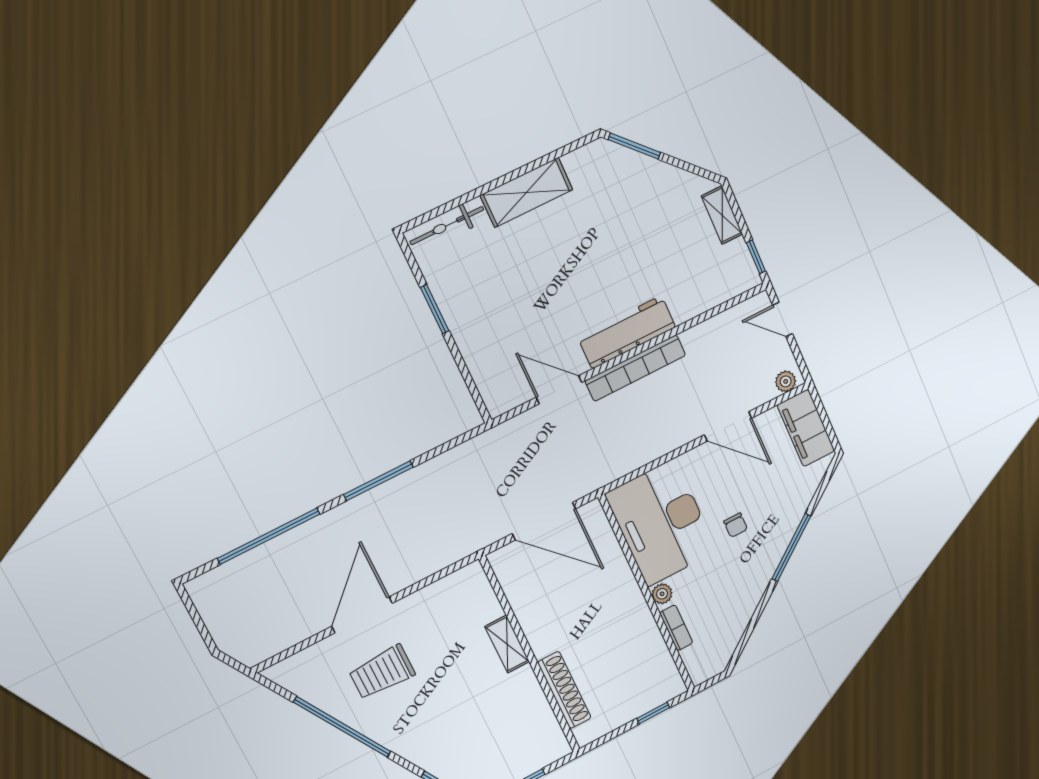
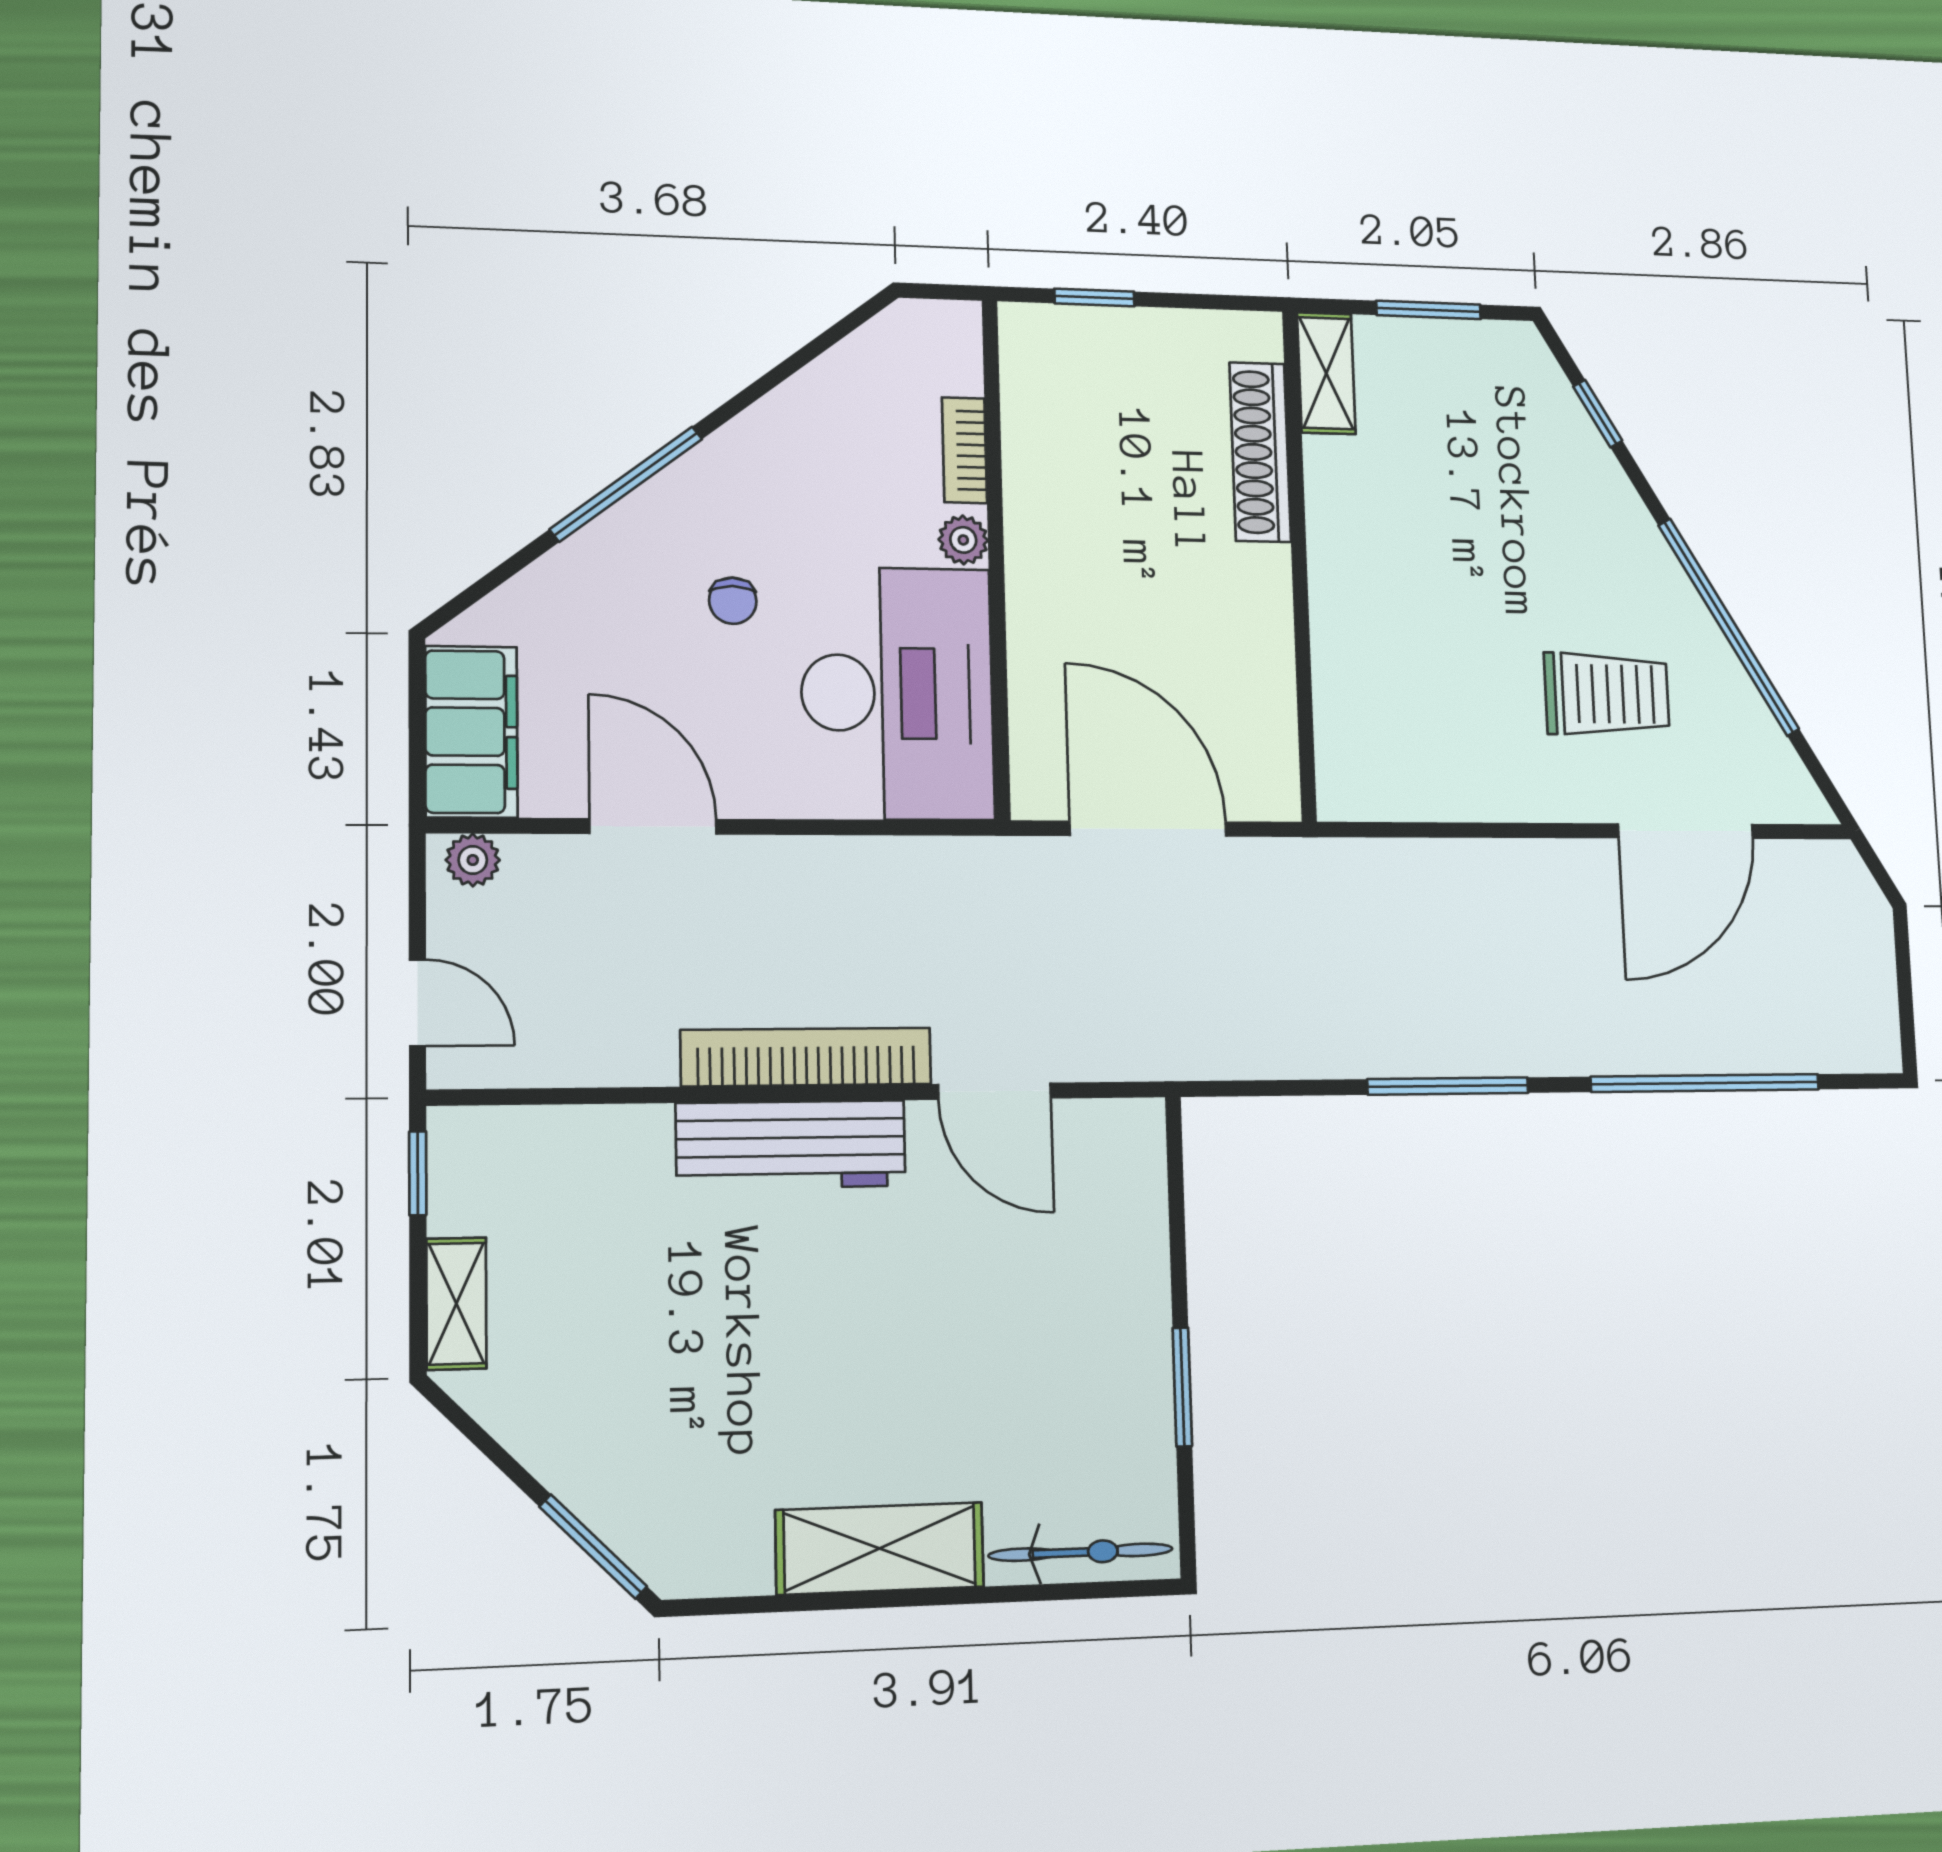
chair: (736, 525) -> (733, 601), turned 180
door: (362, 615) -> (1686, 831), moved
shelving: (507, 644) -> (1326, 373), moved

